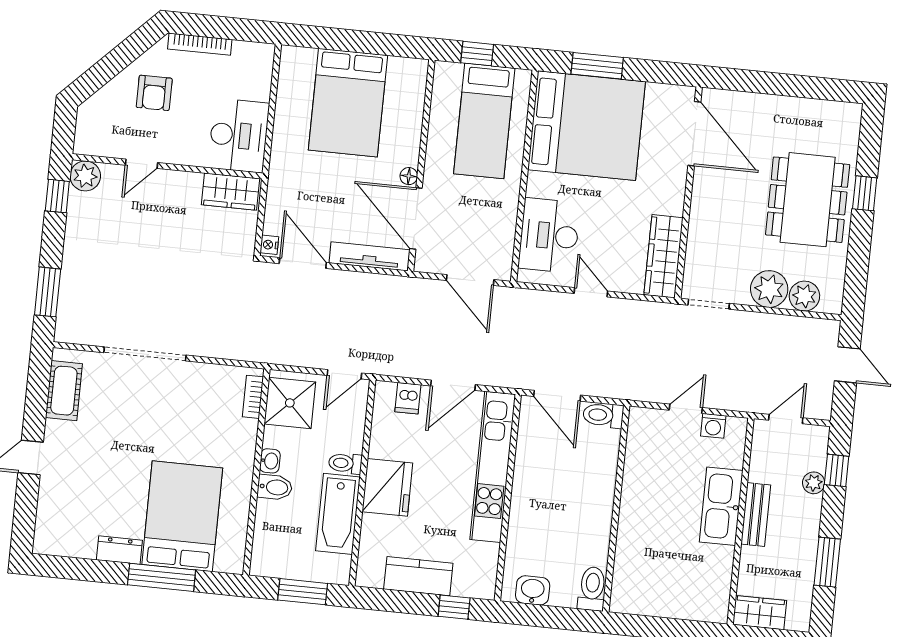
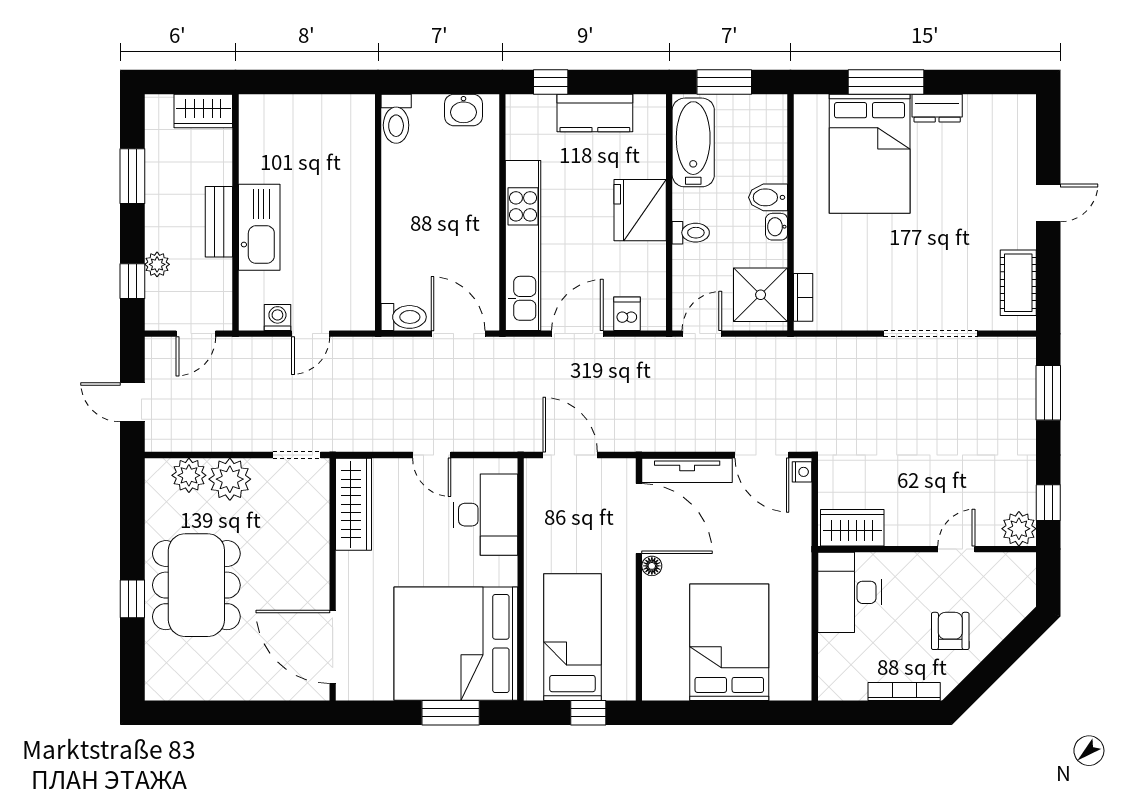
bathtub: (338, 514) -> (693, 142), moved

